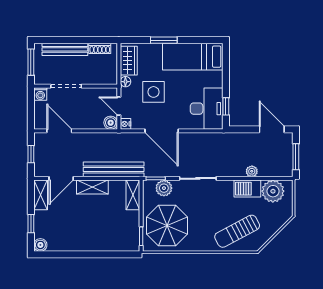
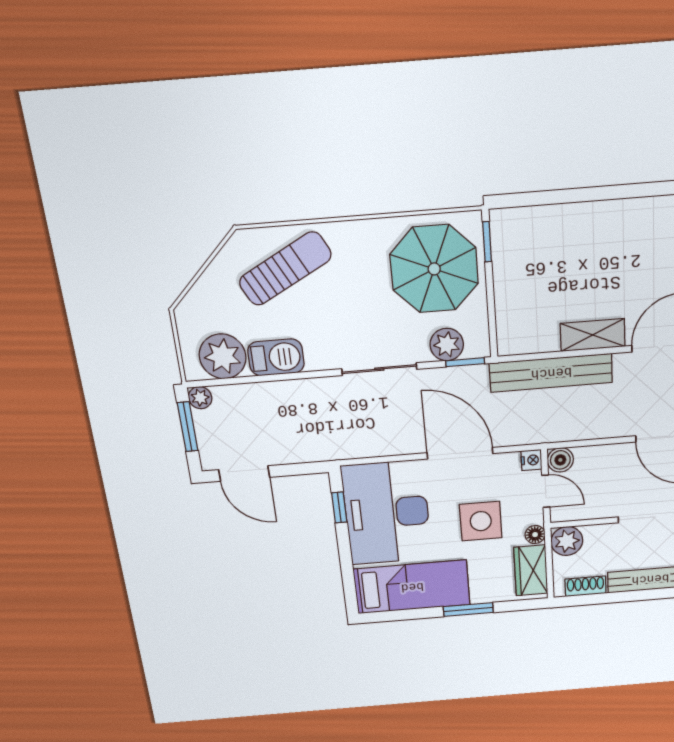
plant: (109, 76) -> (567, 541), added
desk: (207, 109) -> (387, 513), width x1.36, depth x1.30
plant: (252, 171) -> (200, 398), moved
shelving: (133, 195) -> (509, 326), removed

